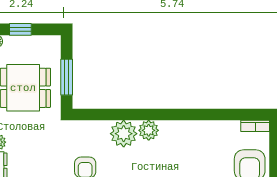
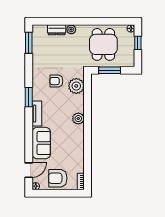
plant: (124, 134) -> (76, 86), moved

